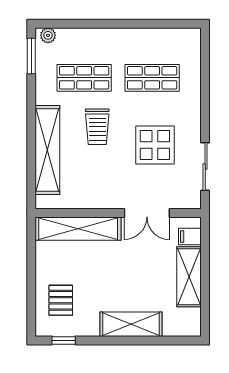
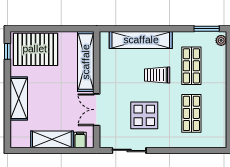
pallet: (61, 300) -> (35, 49), width x2.05, depth x2.00

